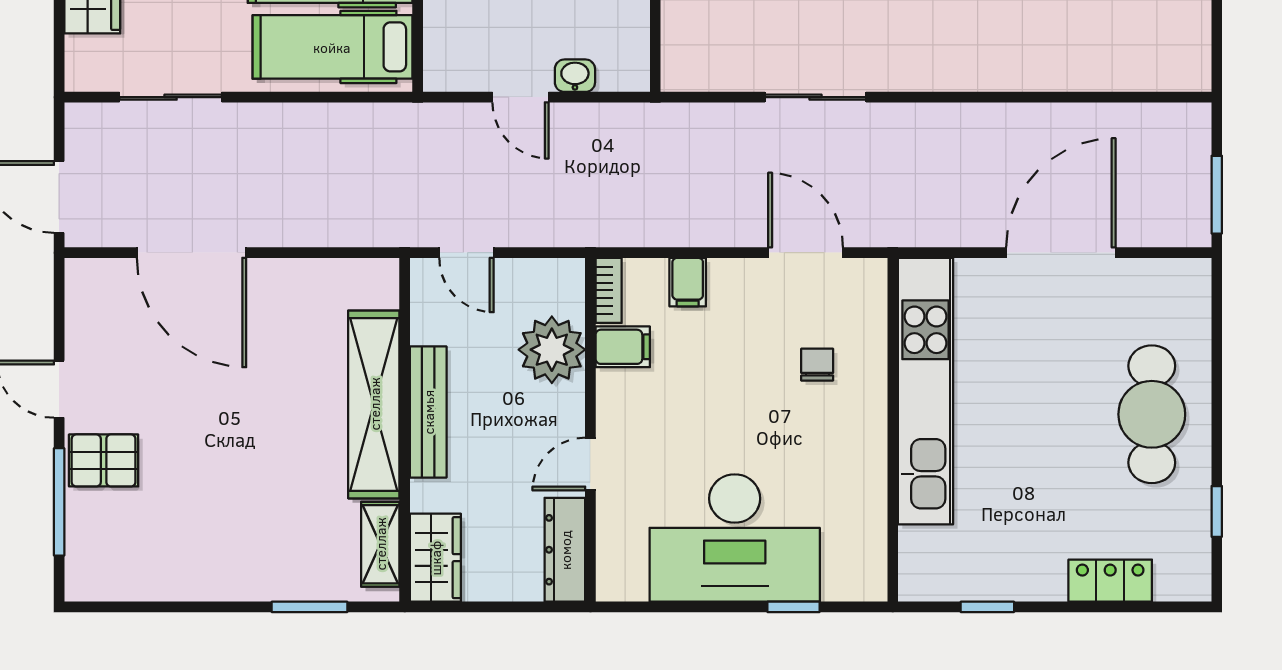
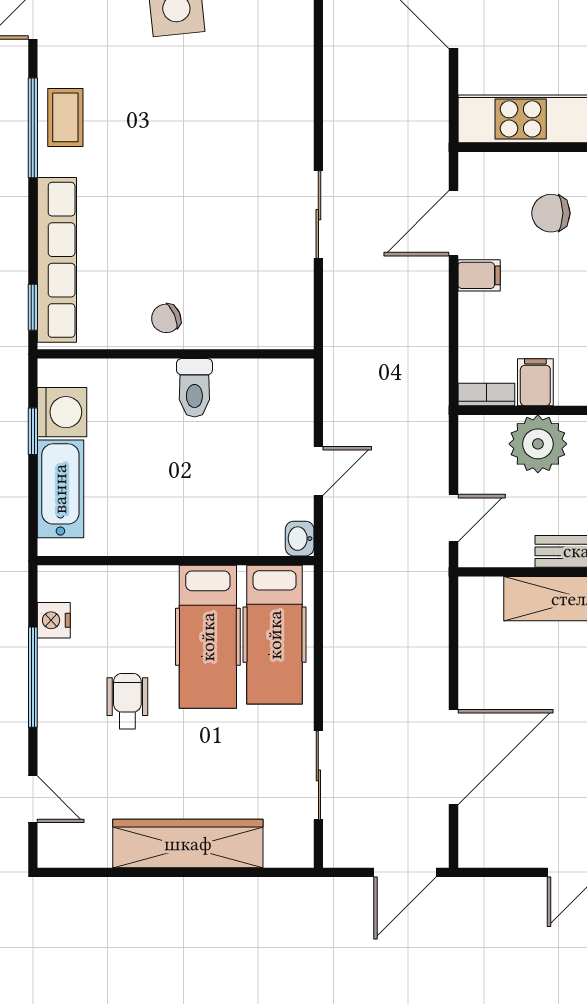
washbasin: (575, 76) -> (300, 539), moved
filing cabinet: (688, 282) -> (479, 275), moved
chair: (817, 365) -> (551, 213), width x1.37, depth x1.37

